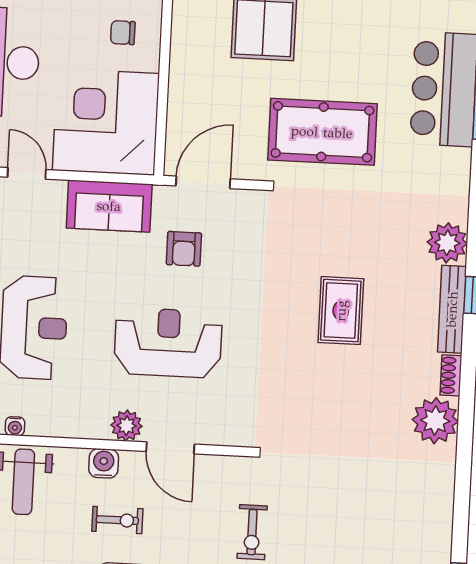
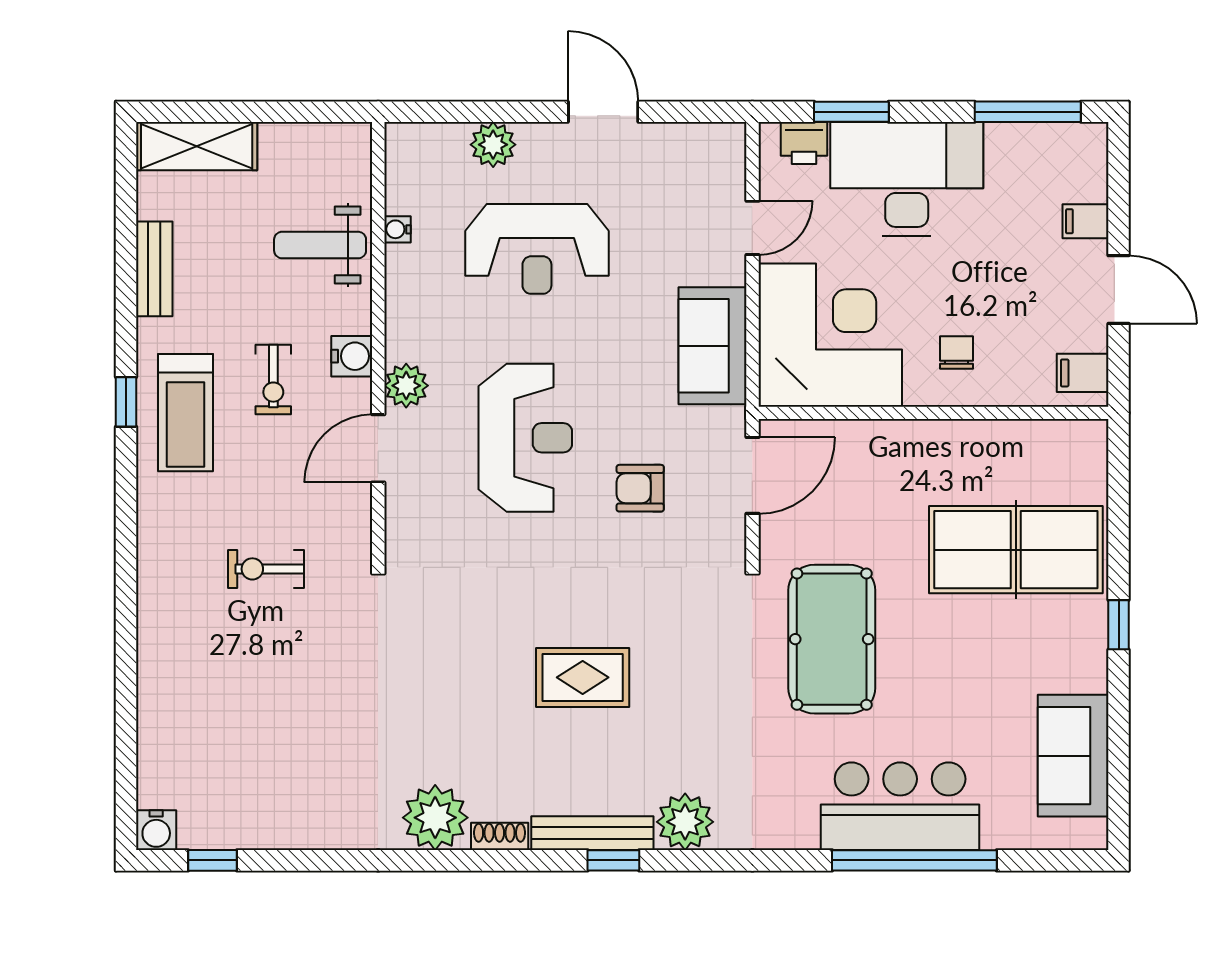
door: (203, 182) -> (752, 475), hinge flipped
armchair: (184, 249) -> (640, 488), moved

